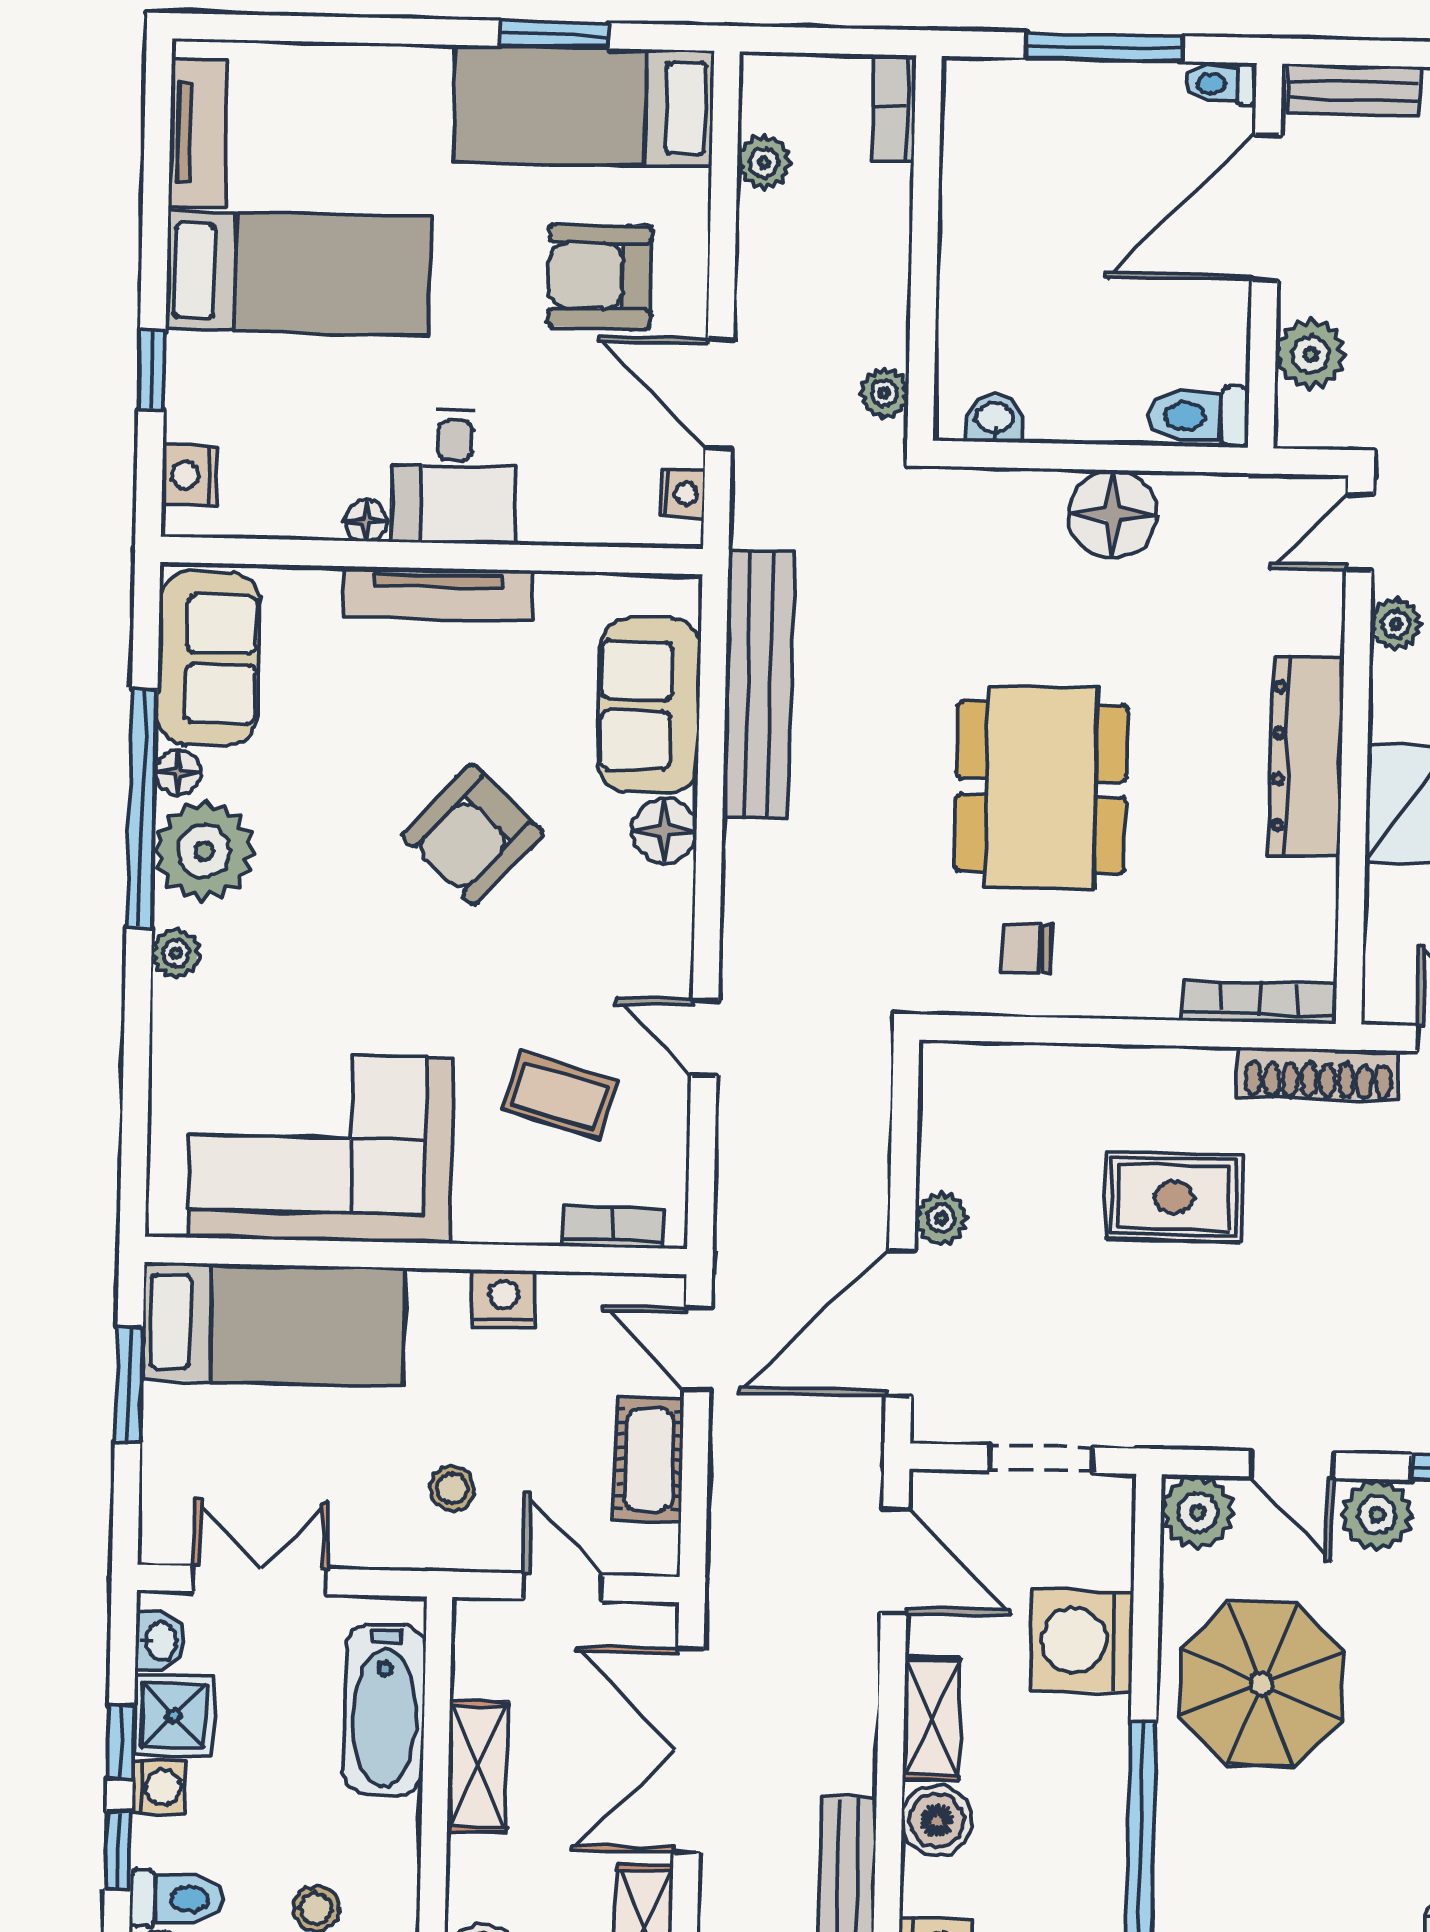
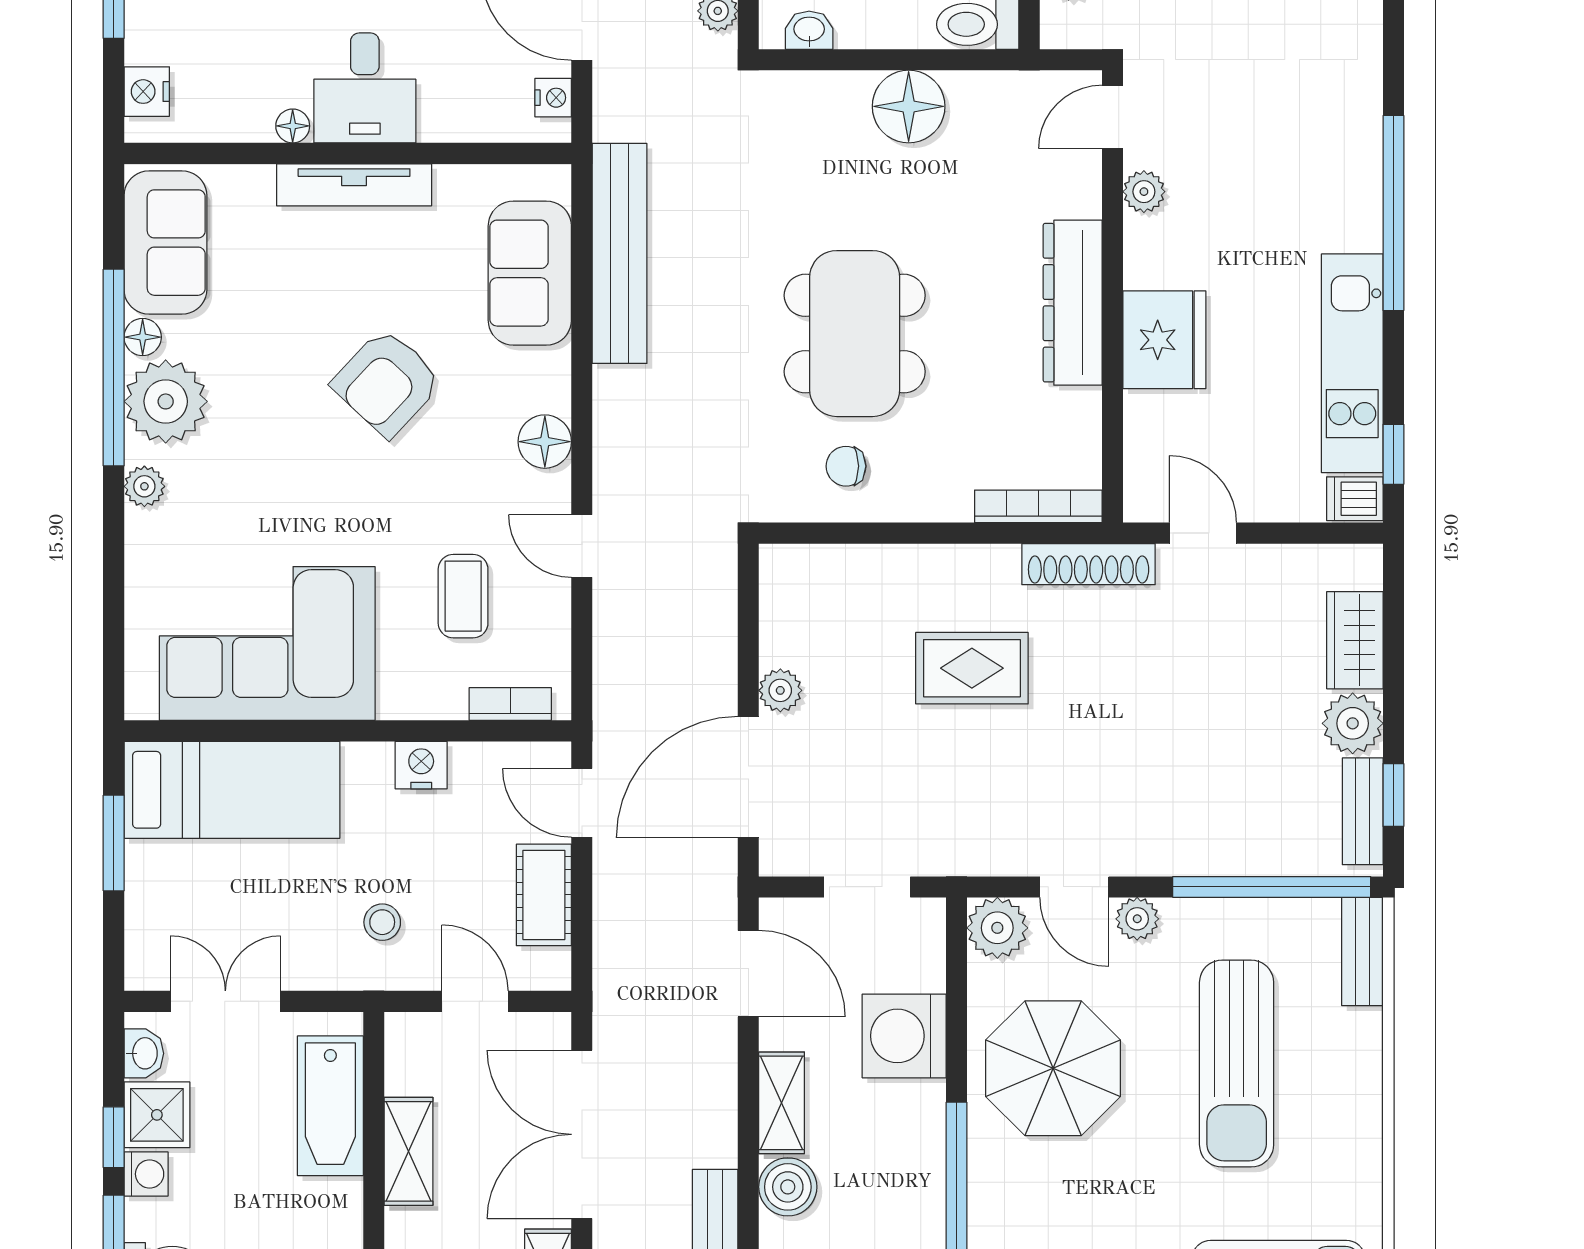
floor lamp: (664, 831) -> (545, 442), moved
coffee table: (559, 1095) -> (463, 596), turned 74
plant: (1377, 1515) -> (1137, 919), width x0.73, depth x0.73

